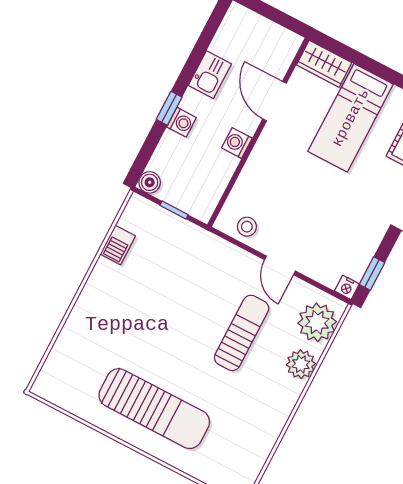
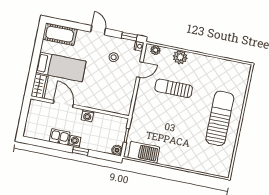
door: (275, 101) -> (63, 104), swing flipped
washing machine: (182, 122) -> (75, 142), moved
stool: (247, 227) -> (114, 57), moved
barbecue: (118, 245) -> (144, 152), width x1.88, depth x1.53
door: (280, 265) -> (140, 70), moved
plant: (317, 322) -> (155, 50), width x0.53, depth x0.53

